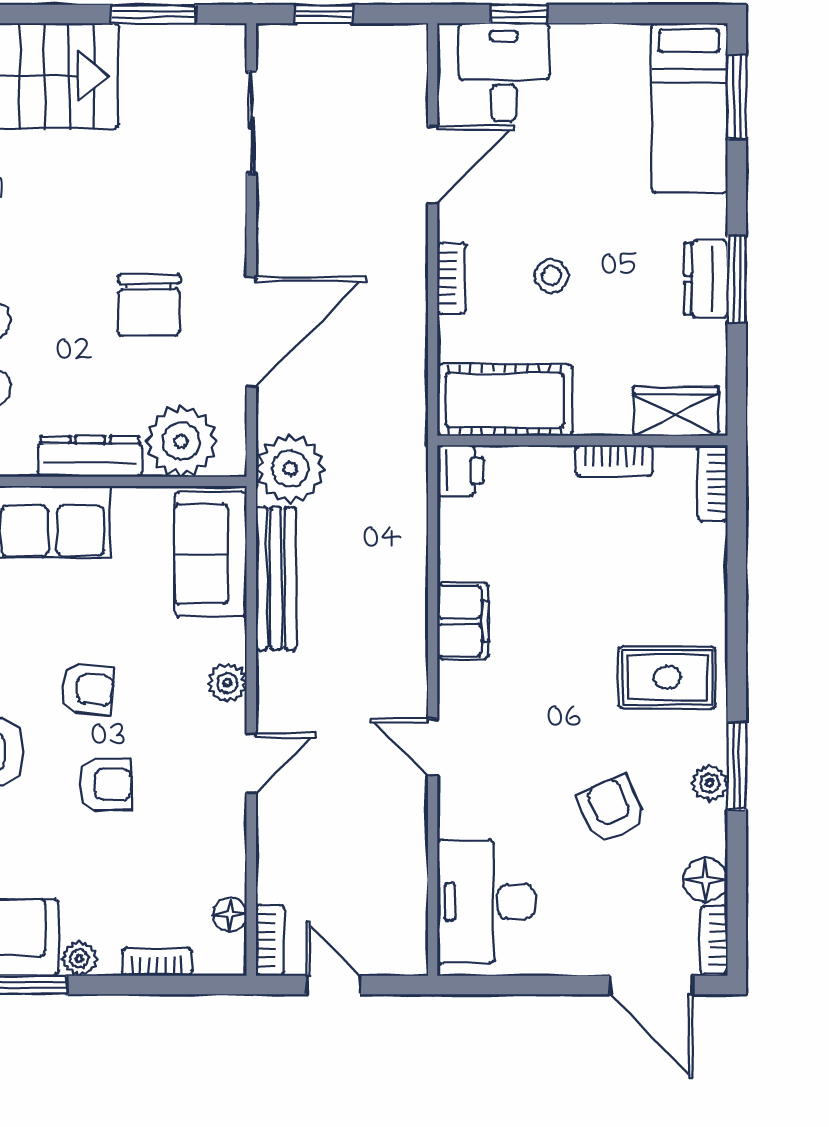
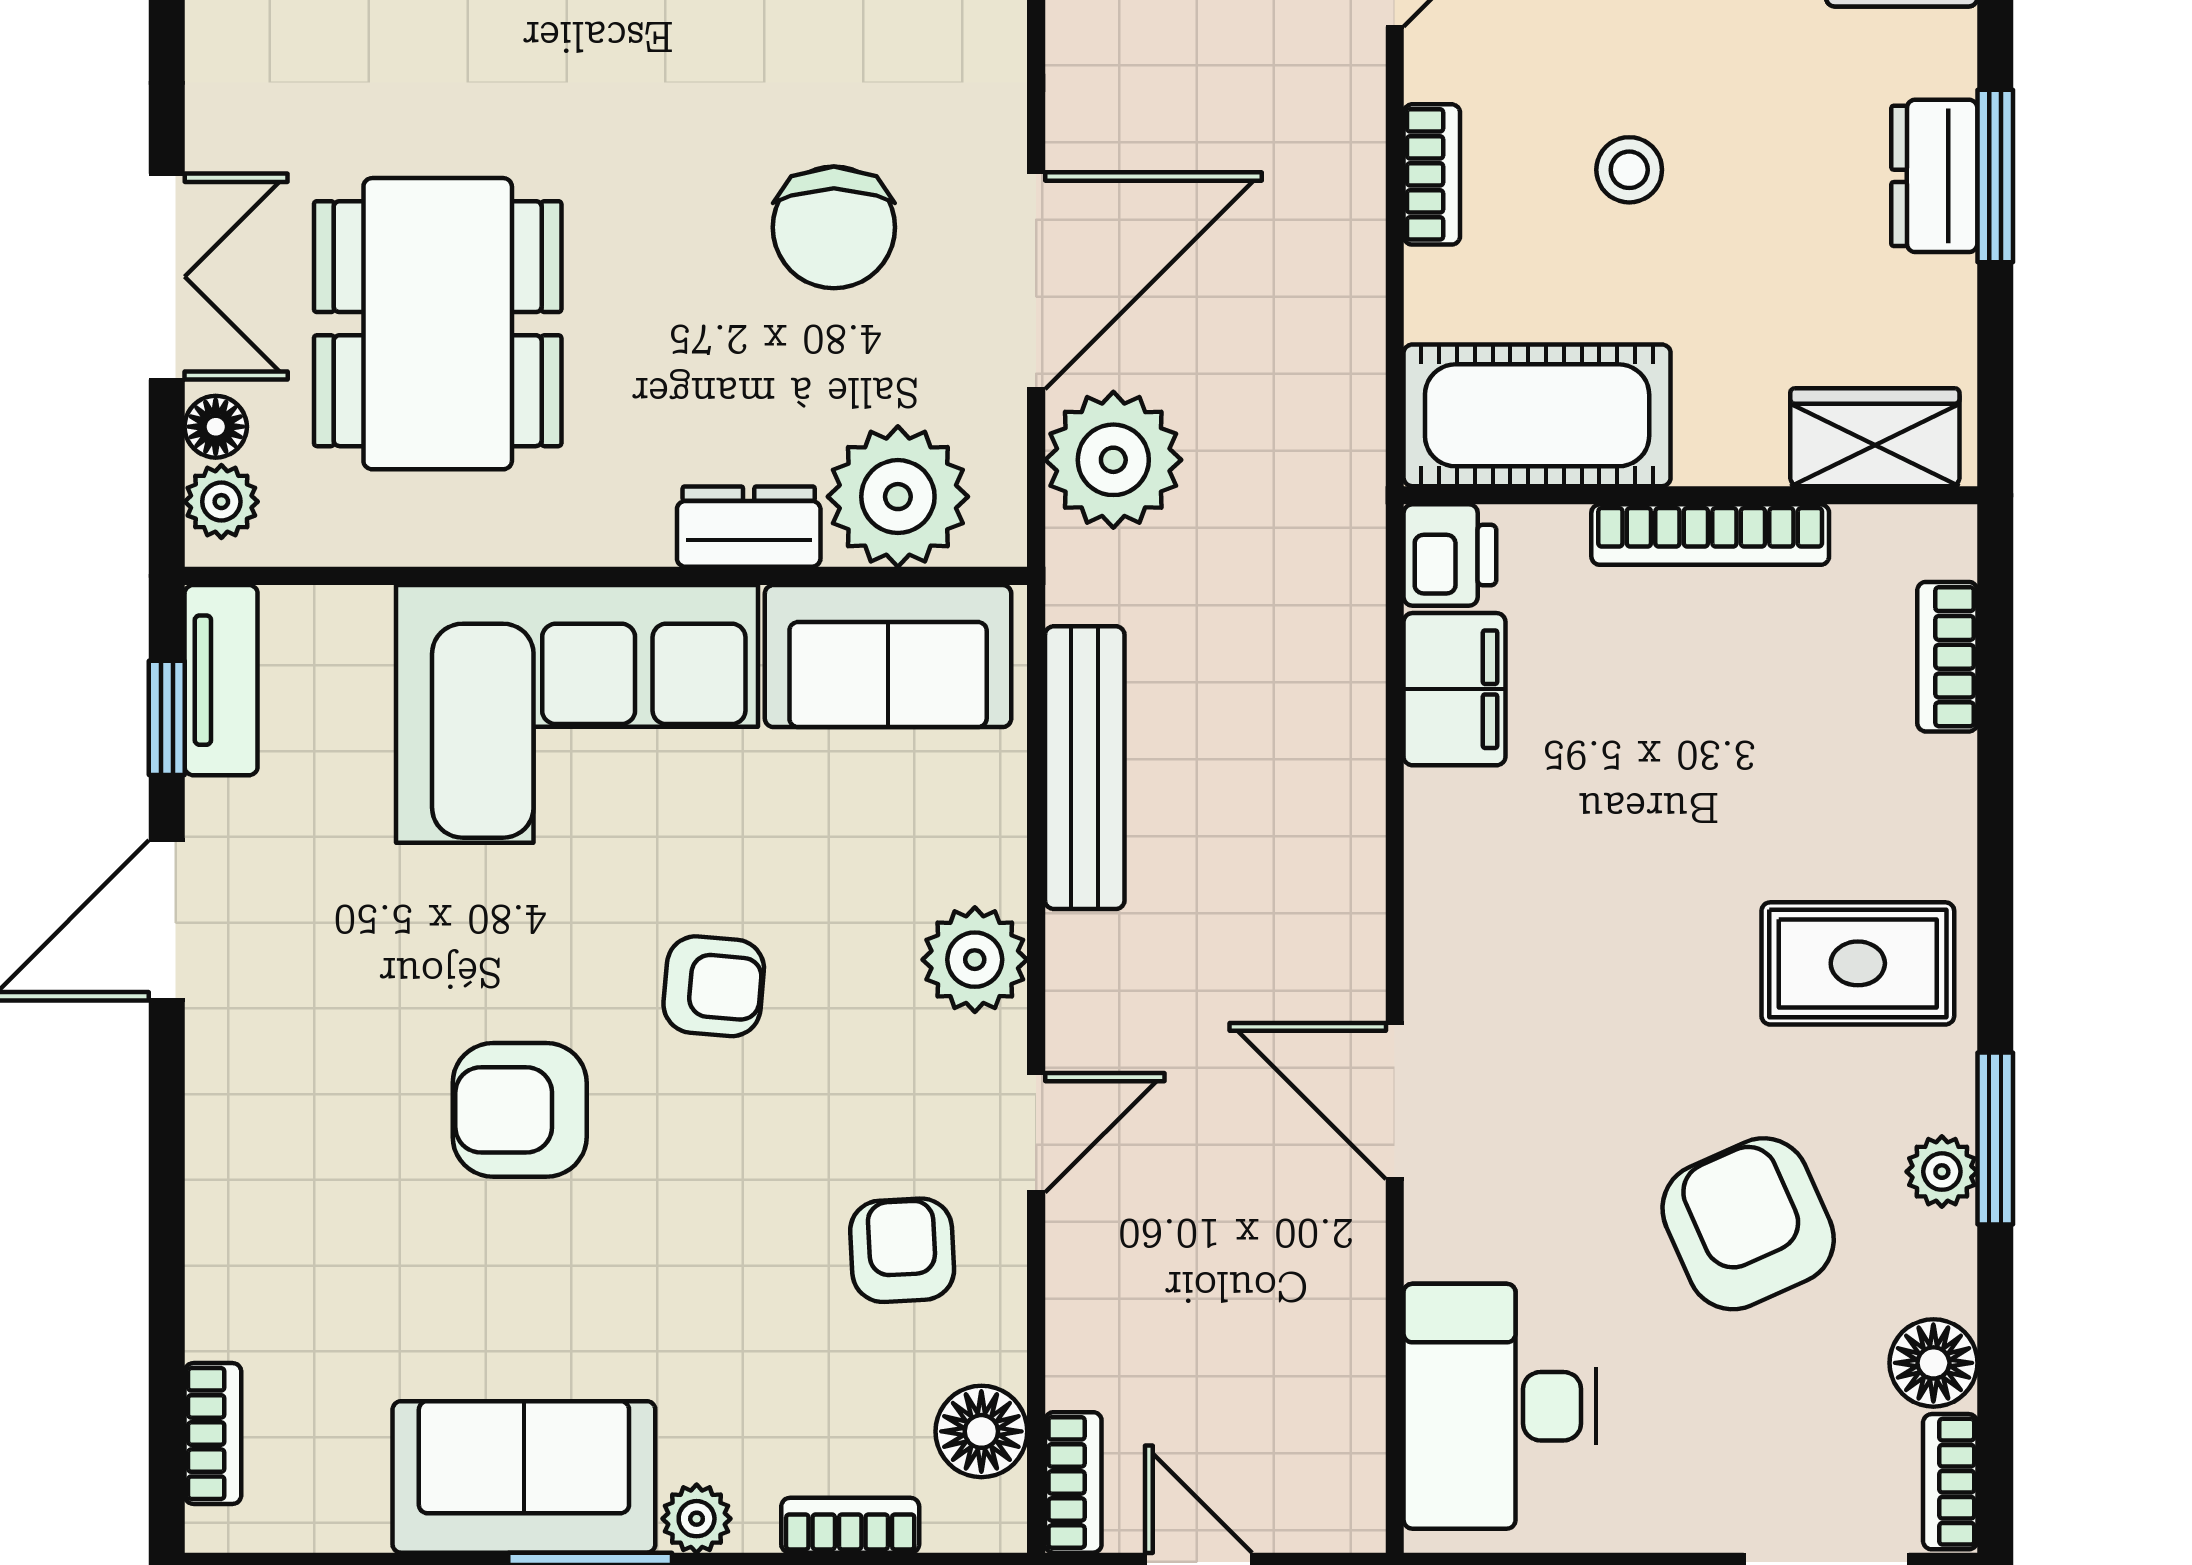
dresser: (90, 456) -> (749, 527), width x0.70
bookcase: (614, 460) -> (1710, 535), width x1.56
plant: (290, 469) -> (1113, 460), moved
bookcase: (712, 483) -> (1947, 657), moved
sofa: (211, 554) -> (888, 656), moved, turned -90
filing cabinet: (463, 621) -> (1454, 689), moved
plant: (227, 683) -> (975, 960), width x1.38, depth x1.38
door: (433, 747) -> (1395, 1101), width x1.38
armchair: (106, 784) -> (902, 1250), moved, turned -93
armchair: (612, 809) -> (1748, 1224), width x1.38, depth x1.38
floor lamp: (230, 914) -> (981, 1431), width x1.37, depth x1.37

